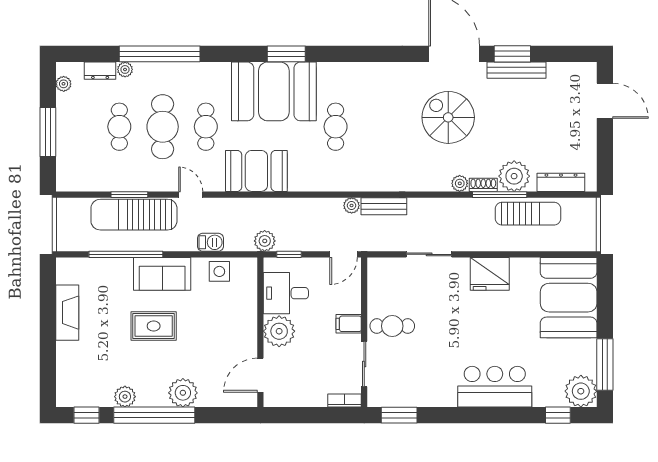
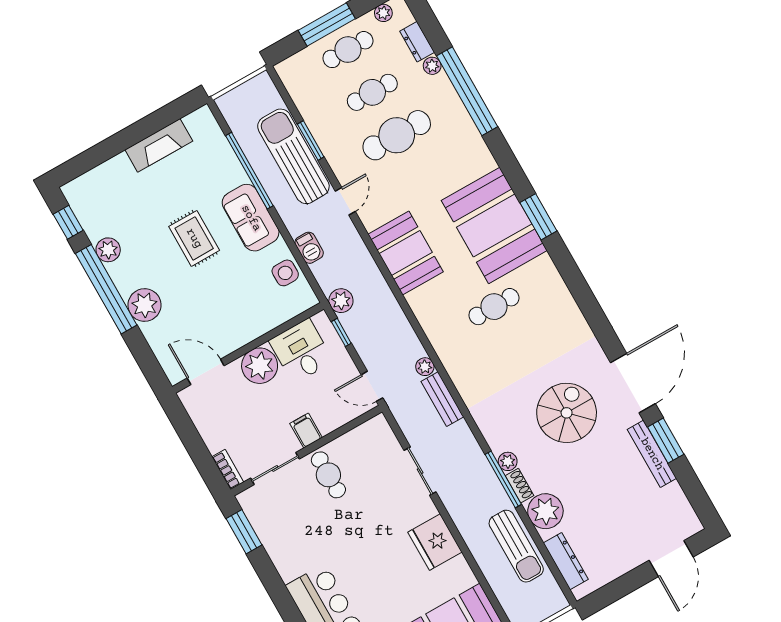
cafe table: (206, 127) -> (348, 50), moved
window: (500, 195) -> (503, 479), moved

